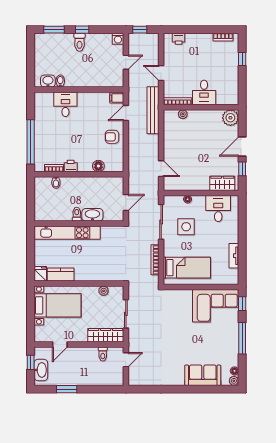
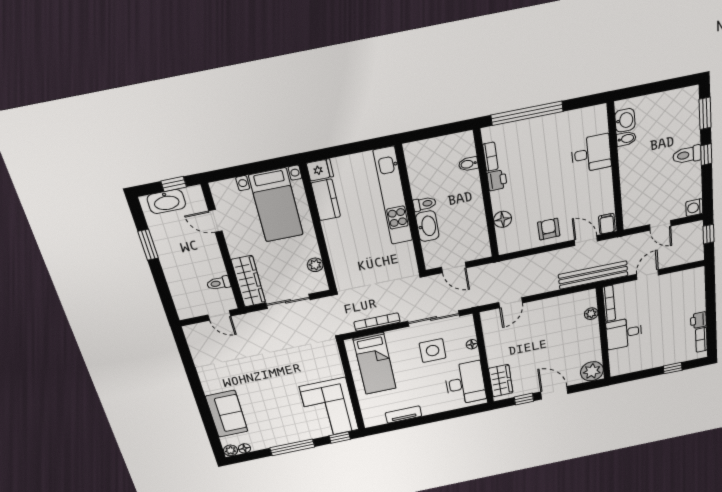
printer: (179, 39) -> (698, 320), moved
desk: (218, 209) -> (465, 383), width x1.37

